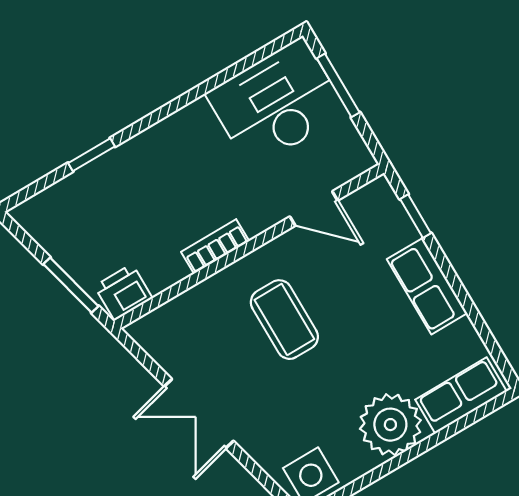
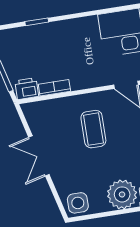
bookcase: (215, 246) -> (54, 88), moved

